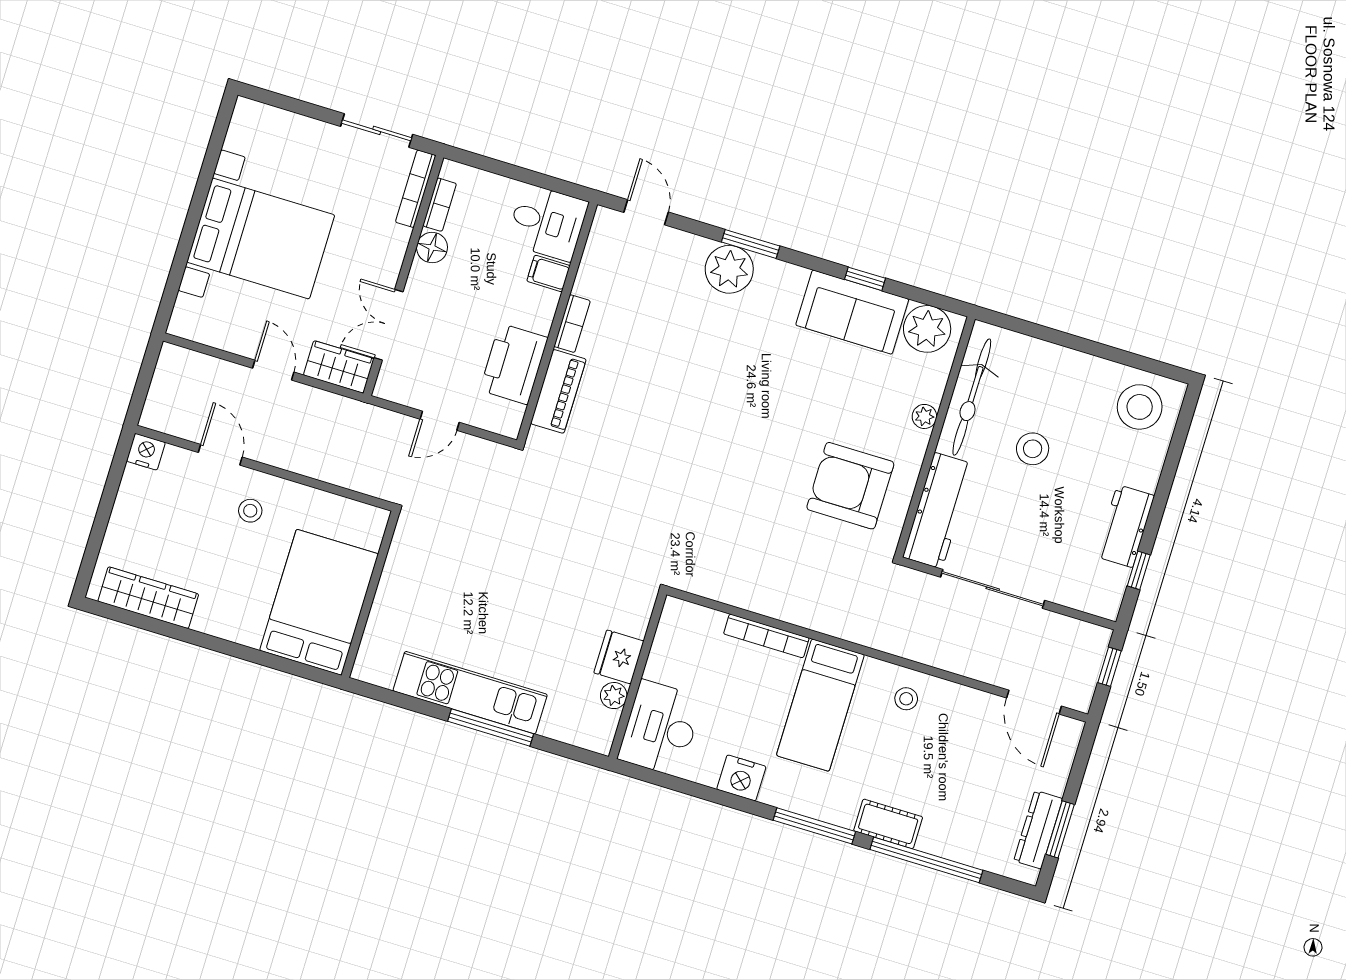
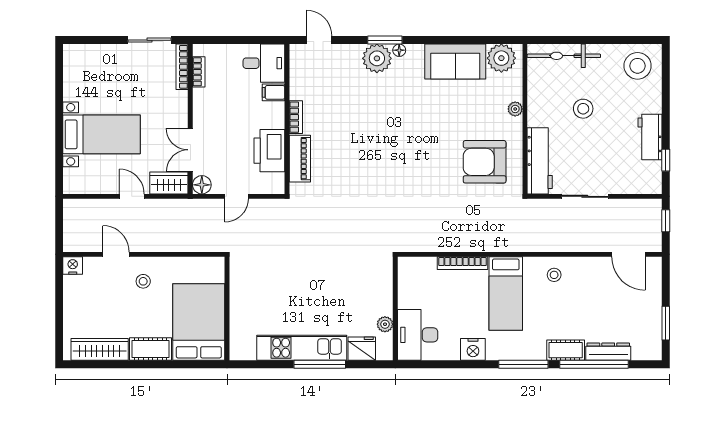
bed with nightstands: (261, 239) -> (102, 134), width x0.73
floor lamp: (432, 248) -> (202, 185), moved
floor lamp: (769, 267) -> (399, 50), added
window: (865, 279) -> (457, 40), removed
bicycle: (972, 397) -> (564, 56), moved, turned 90
sliding door: (993, 589) -> (585, 196), width x0.73
cot: (229, 622) -> (151, 349), added
fridge: (619, 657) -> (362, 349), moved, turned 90
dresser: (1038, 830) -> (608, 352), moved, turned 90

